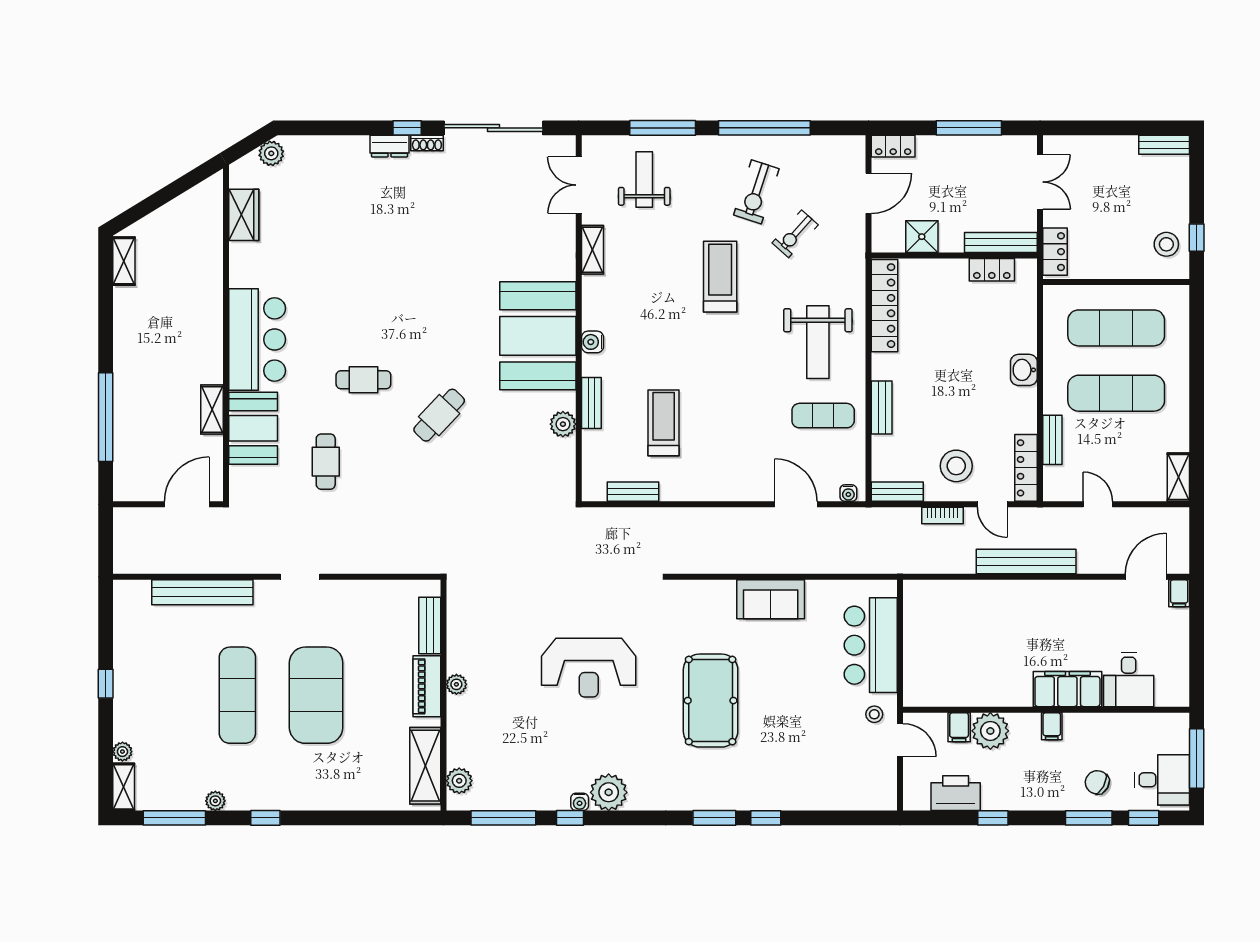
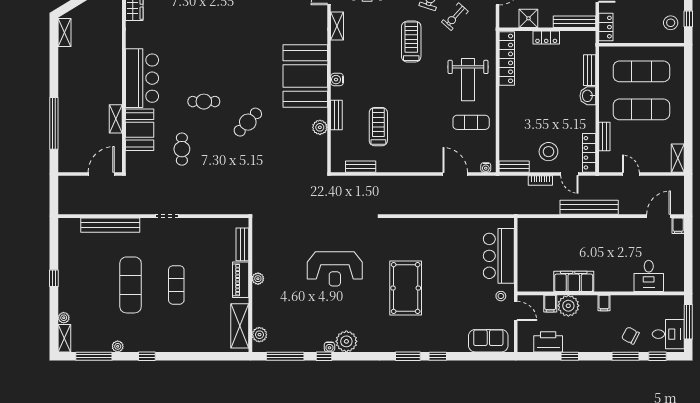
locker: (992, 270) -> (546, 38), moved
bench: (882, 407) -> (590, 70), moved
sofa: (771, 599) -> (488, 341), moved, turned 180
filing cabinet: (1067, 689) -> (574, 281), moved
exercise mat: (316, 695) -> (176, 285), width x0.50, depth x0.69

